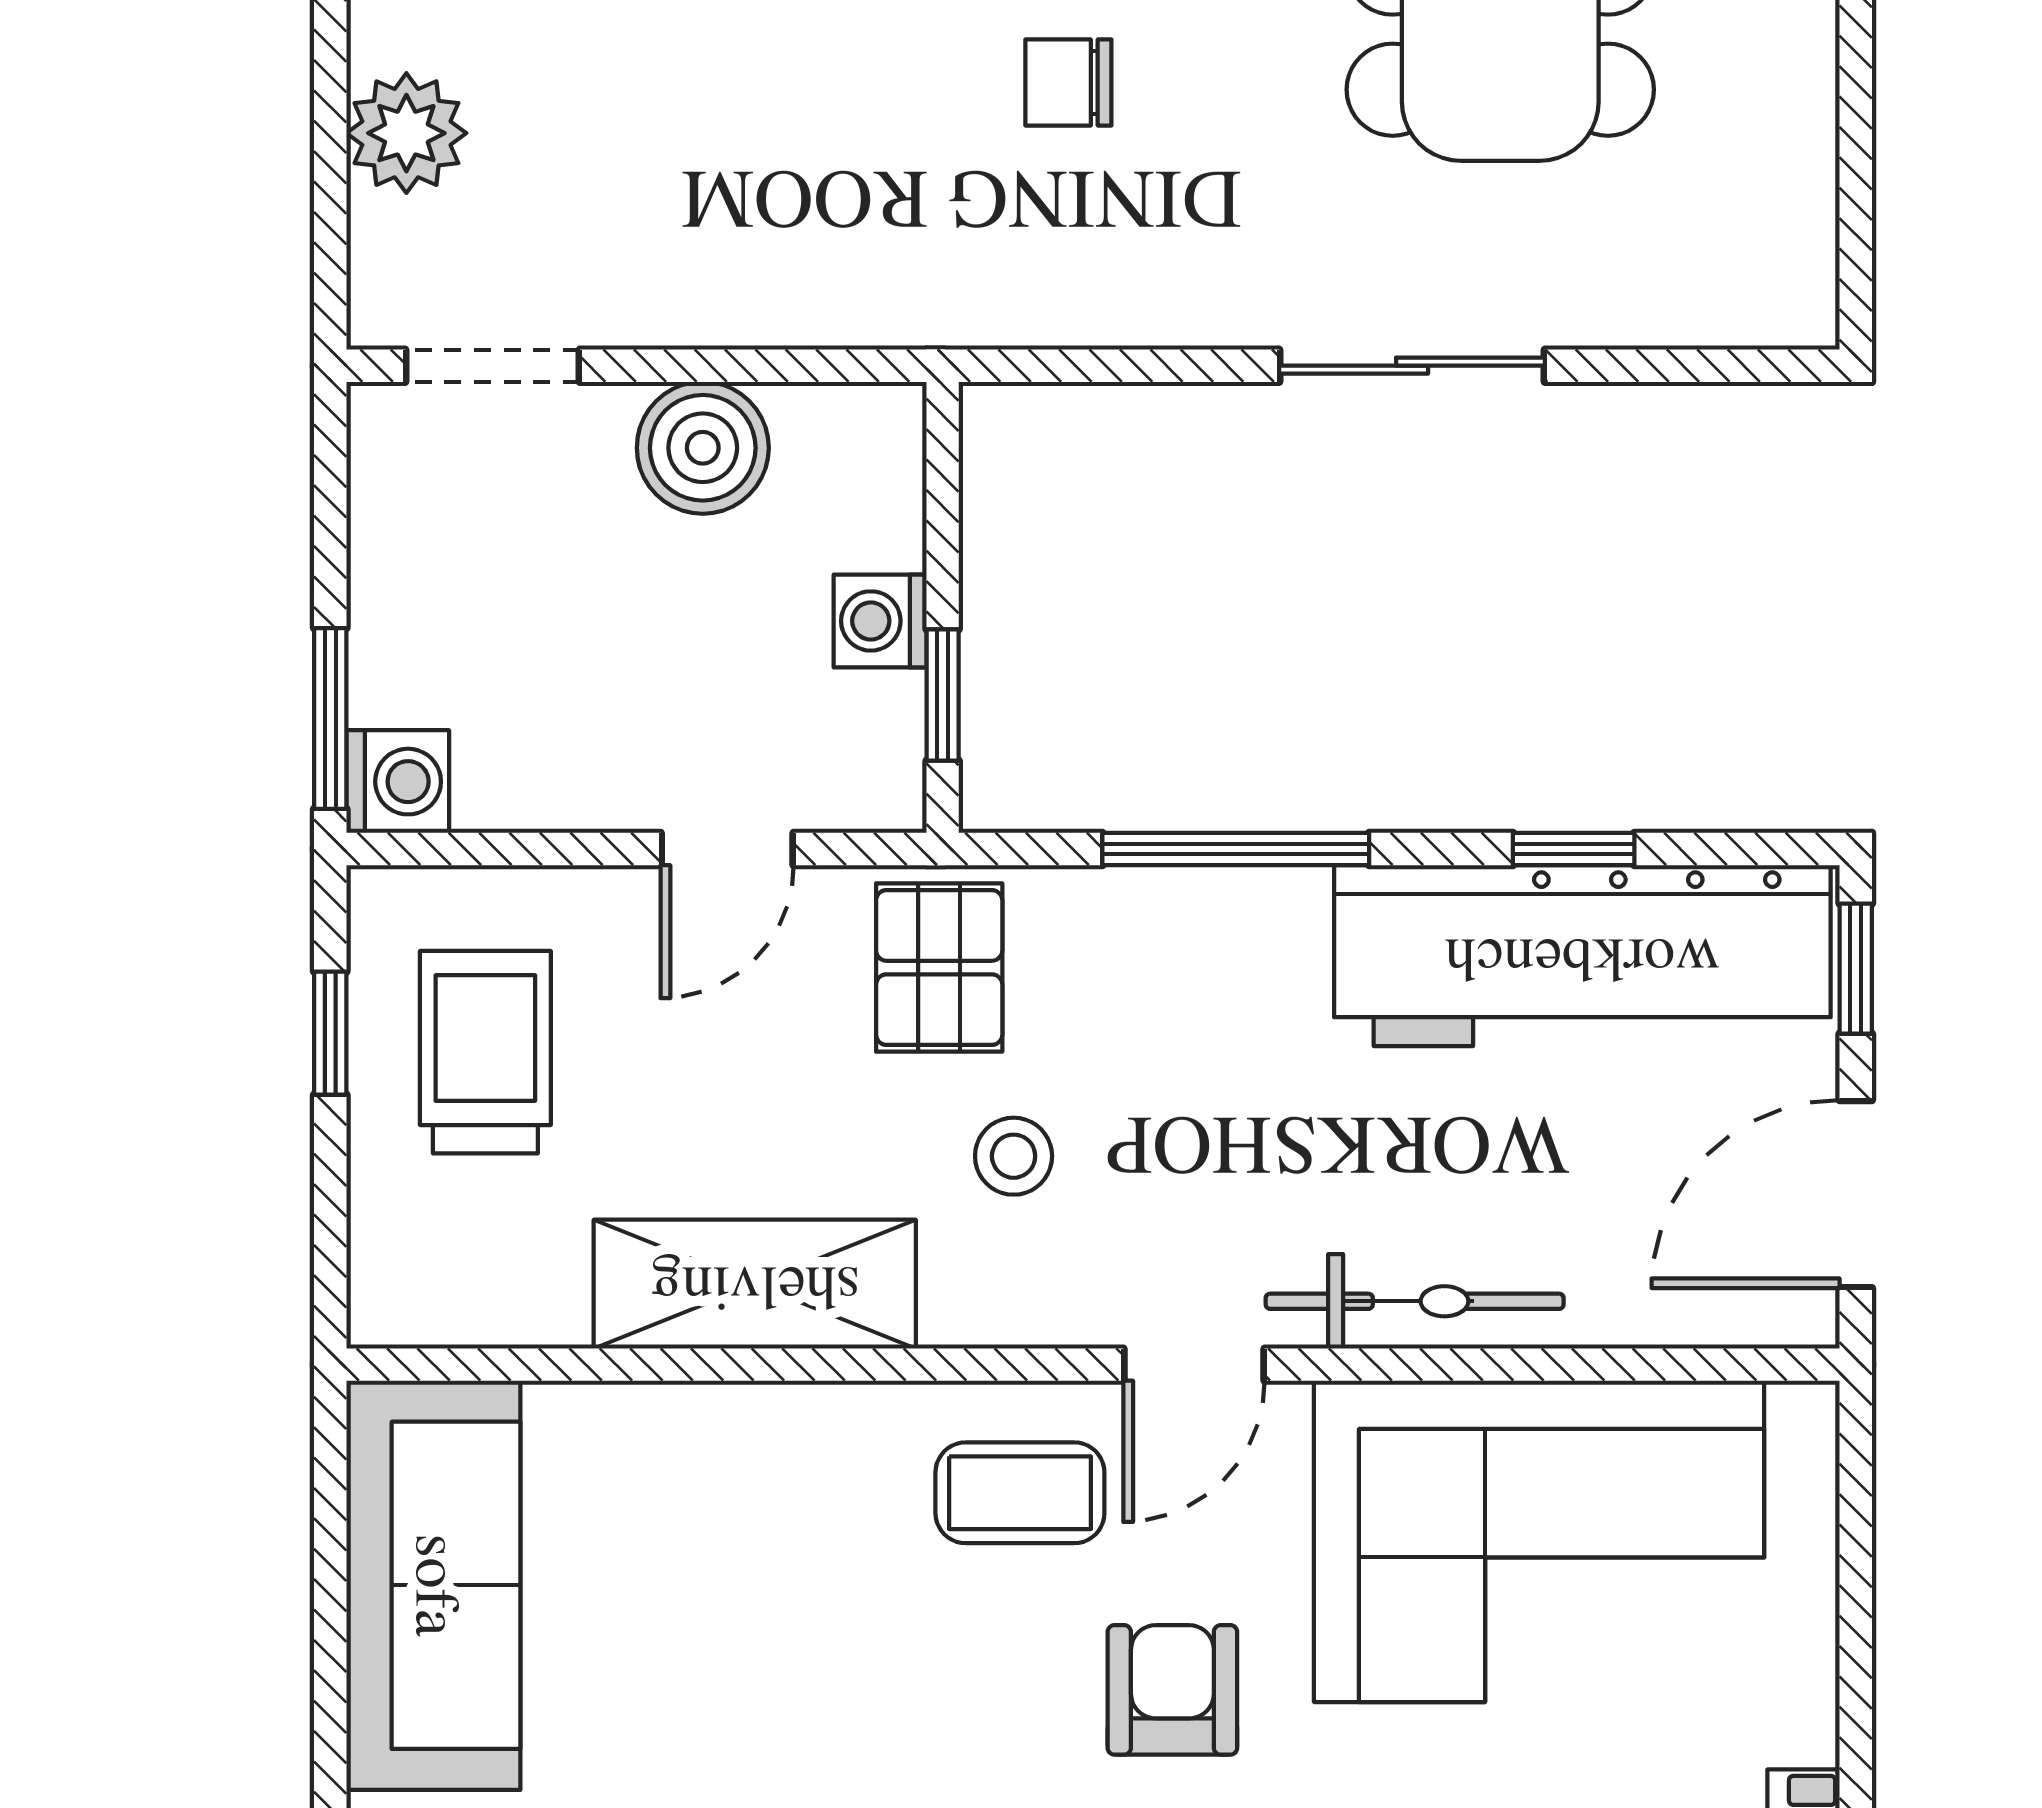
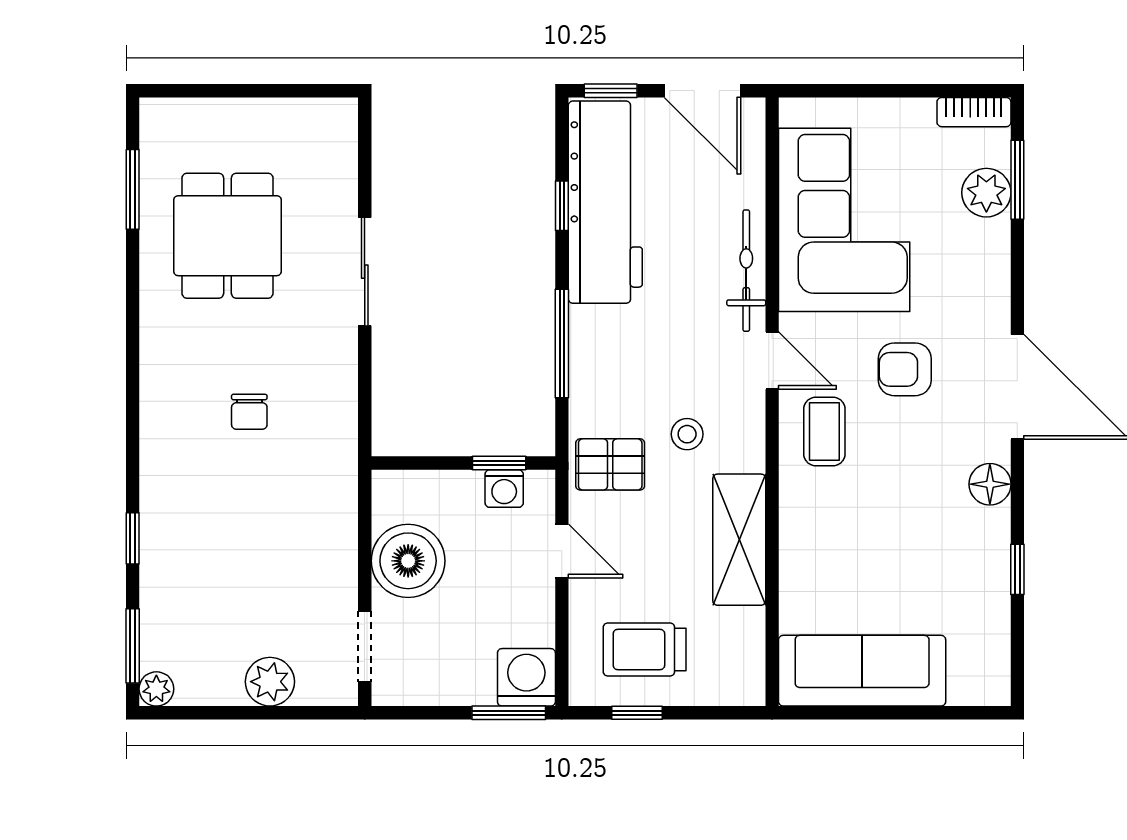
boiler: (703, 448) -> (408, 561), width x1.37, depth x1.37
washing machine: (880, 621) -> (504, 489), moved
washing machine: (398, 782) -> (526, 677), width x1.38, depth x1.38

